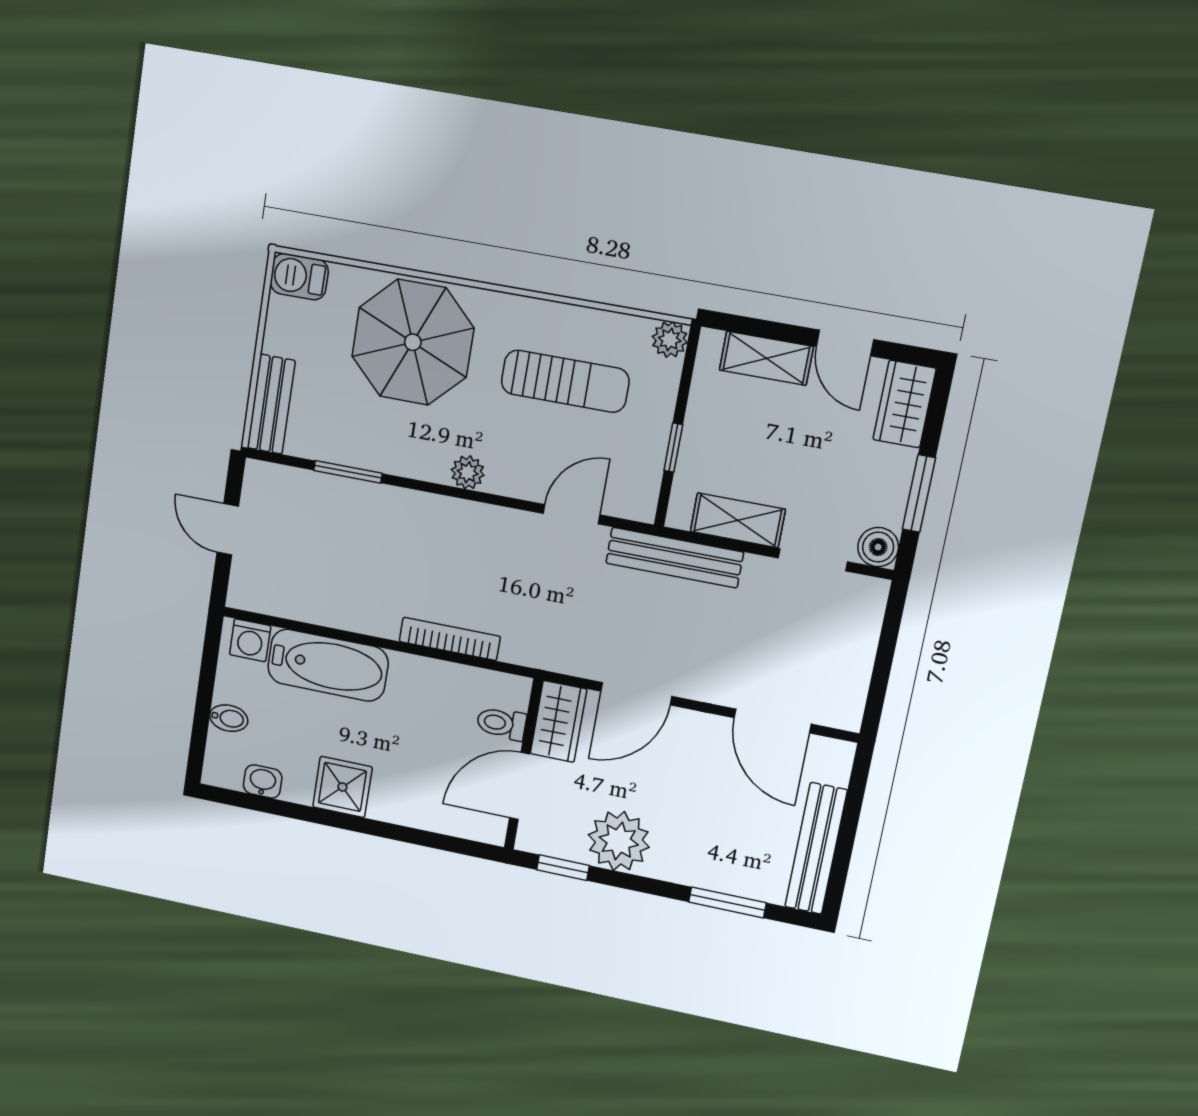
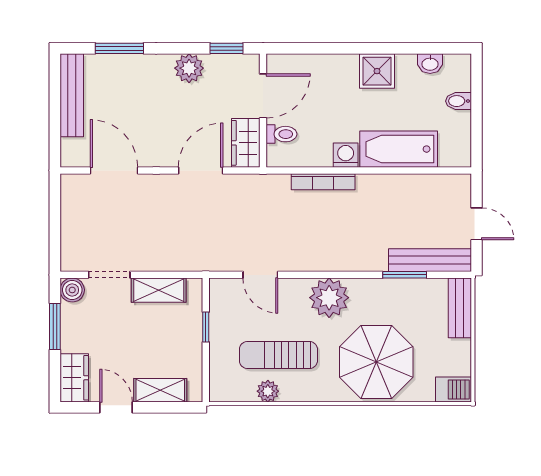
plant: (670, 339) -> (268, 391), moved
plant: (468, 472) -> (329, 298), width x1.87, depth x1.87
door: (572, 514) -> (260, 275), hinge flipped
bench: (675, 558) -> (430, 260), moved
washing machine: (250, 640) -> (346, 155), moved
plant: (619, 841) -> (189, 68), width x0.73, depth x0.73

